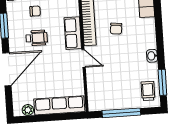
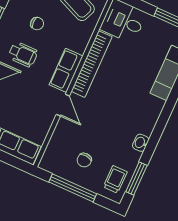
chair: (116, 29) -> (84, 160), moved

